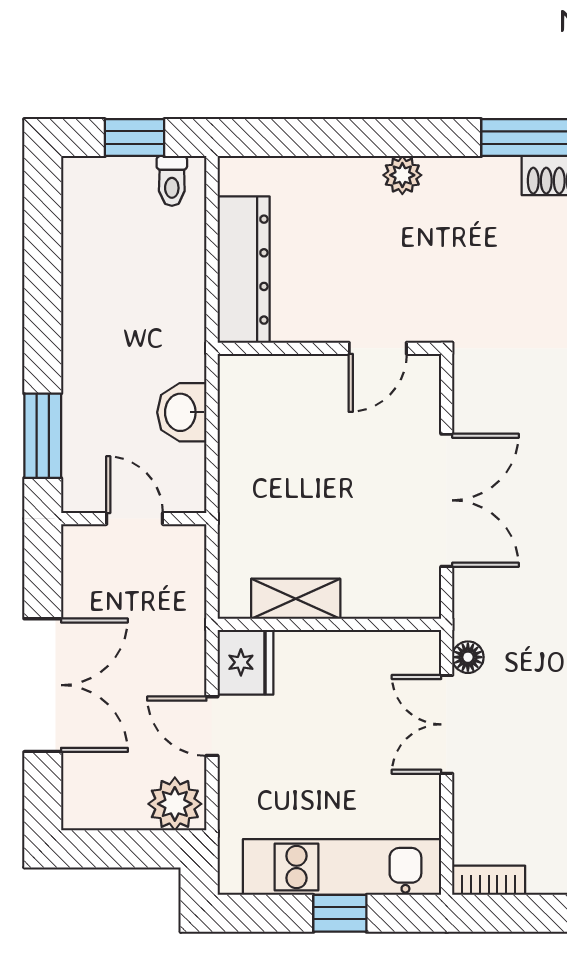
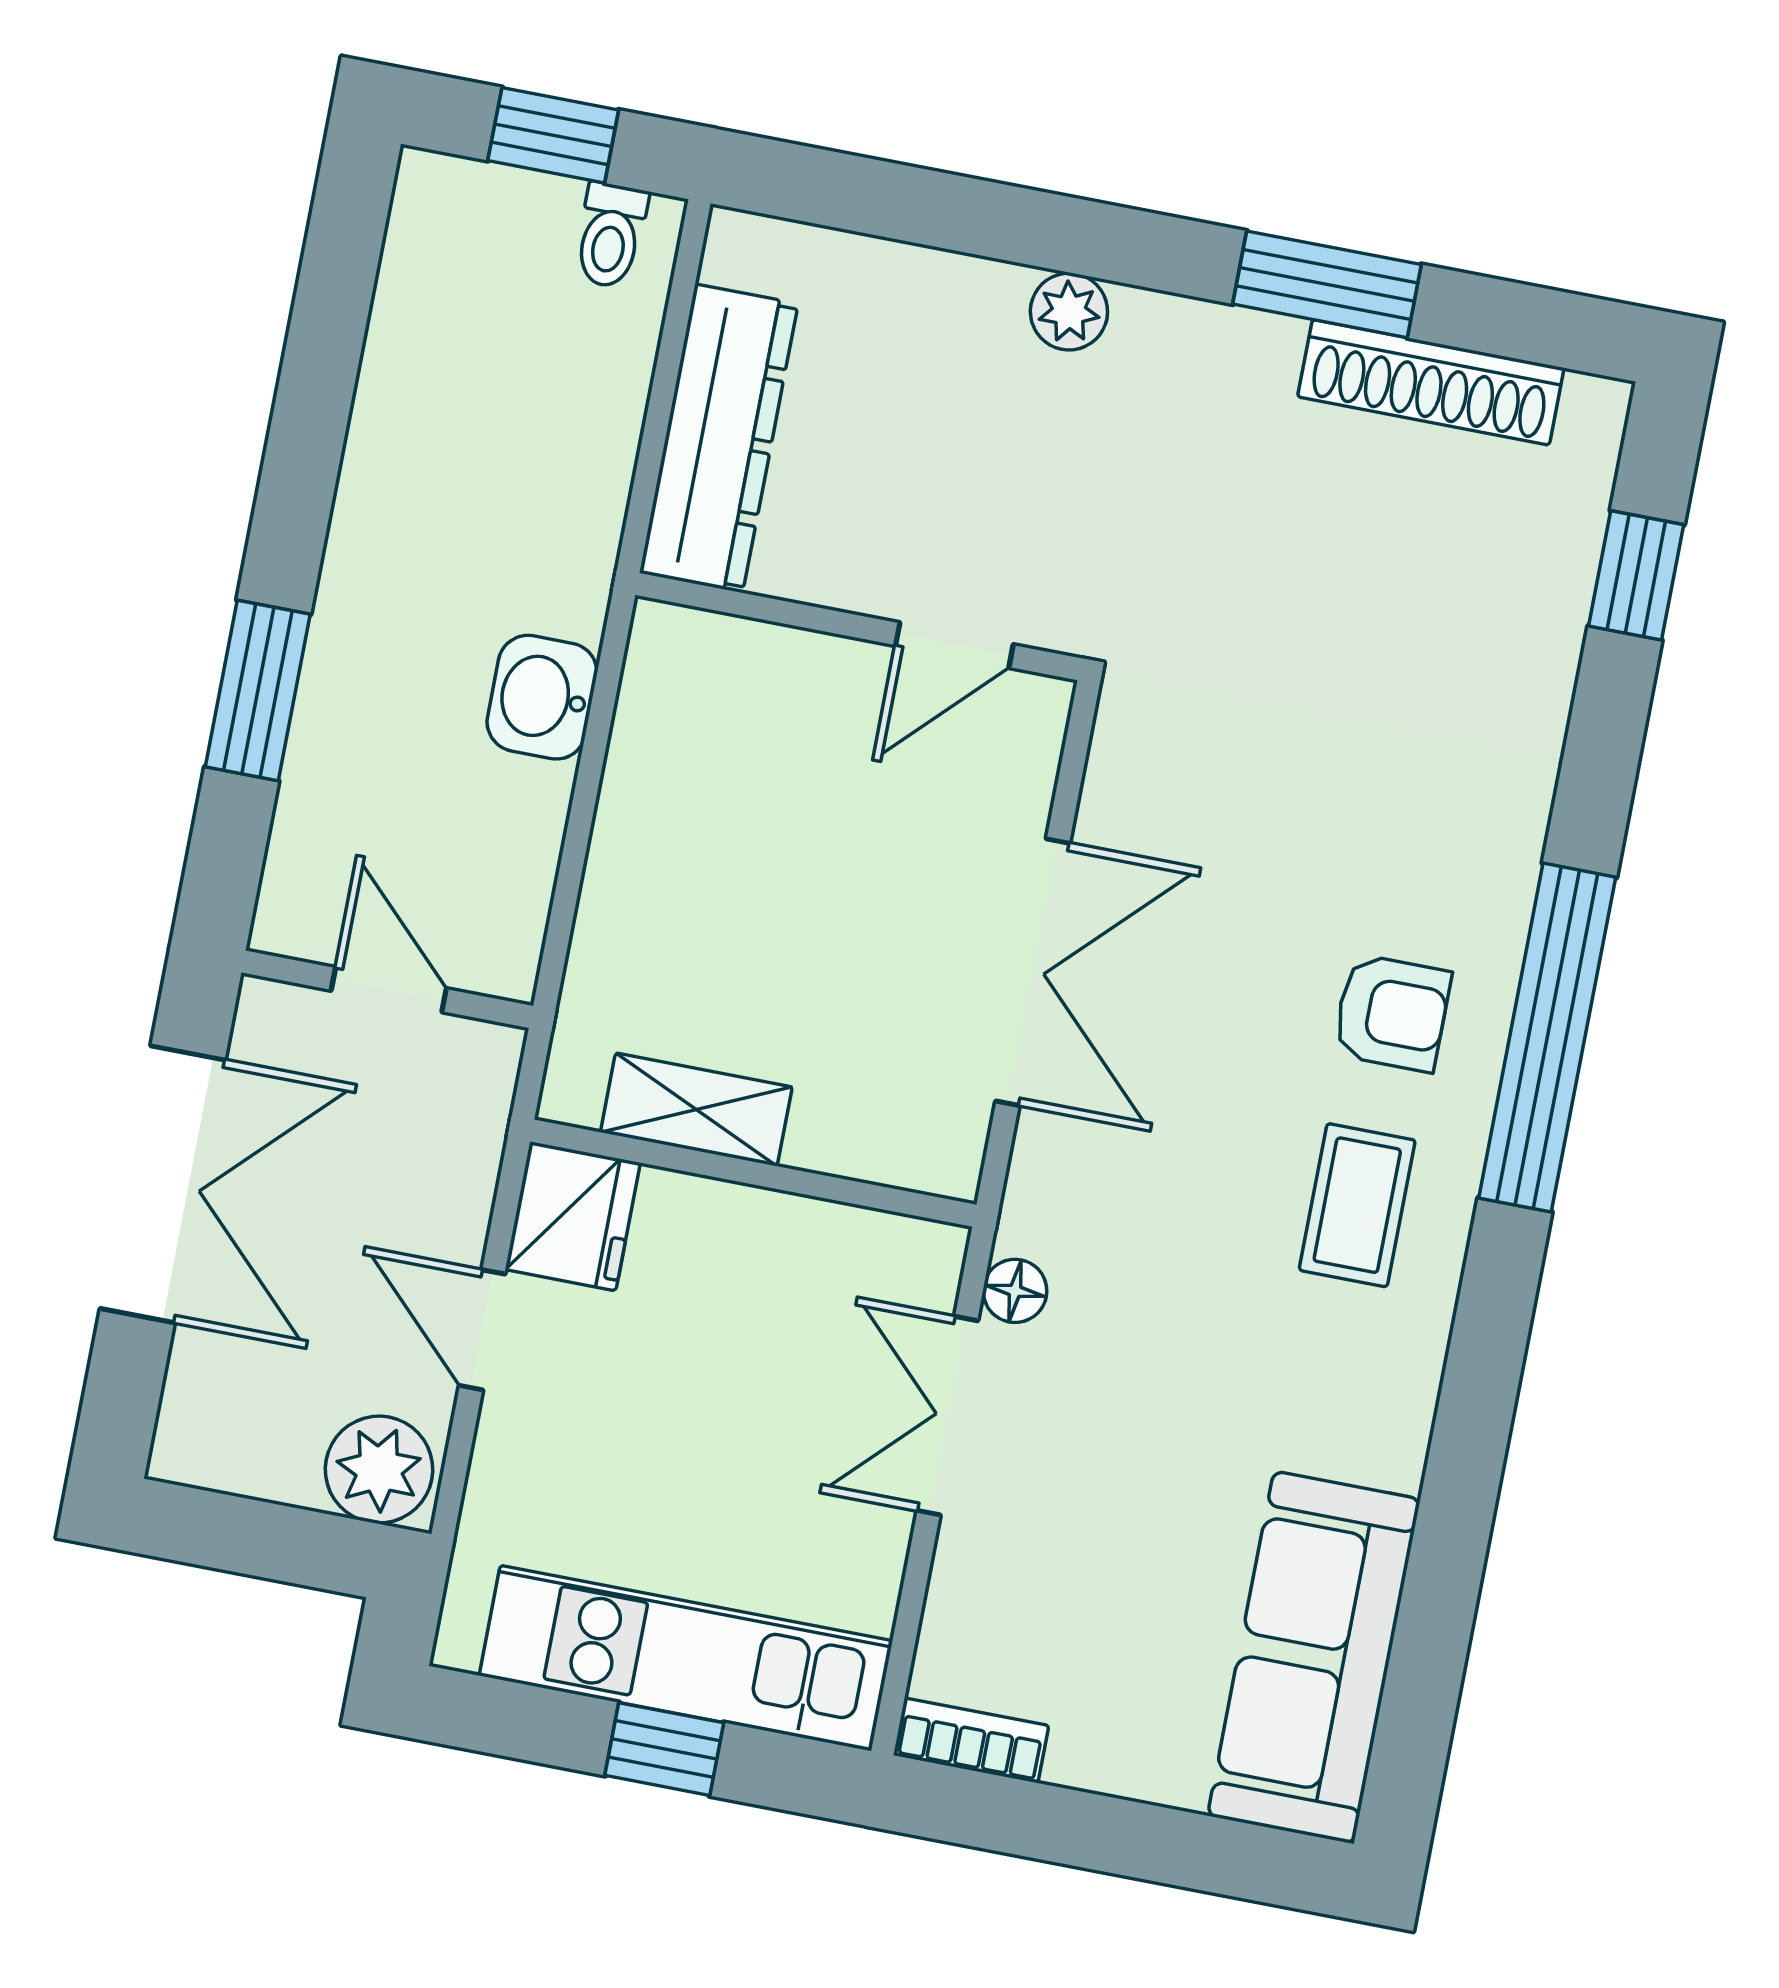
wall: (134, 519) -> (387, 989), moved
door: (135, 519) -> (389, 990), moved

